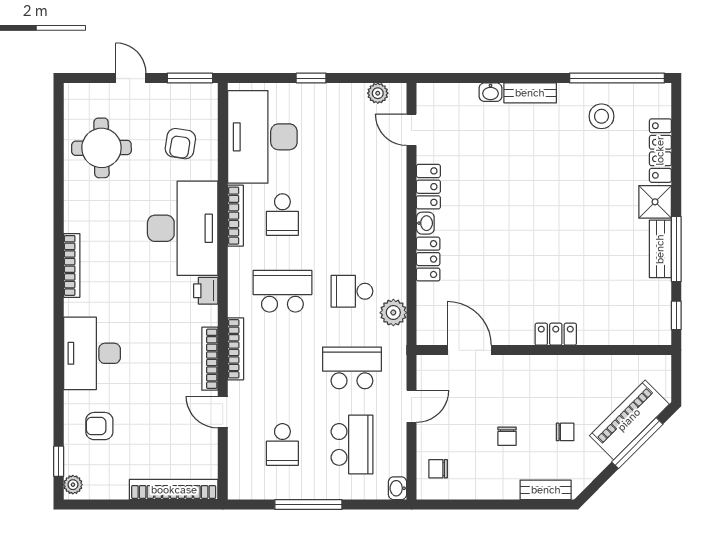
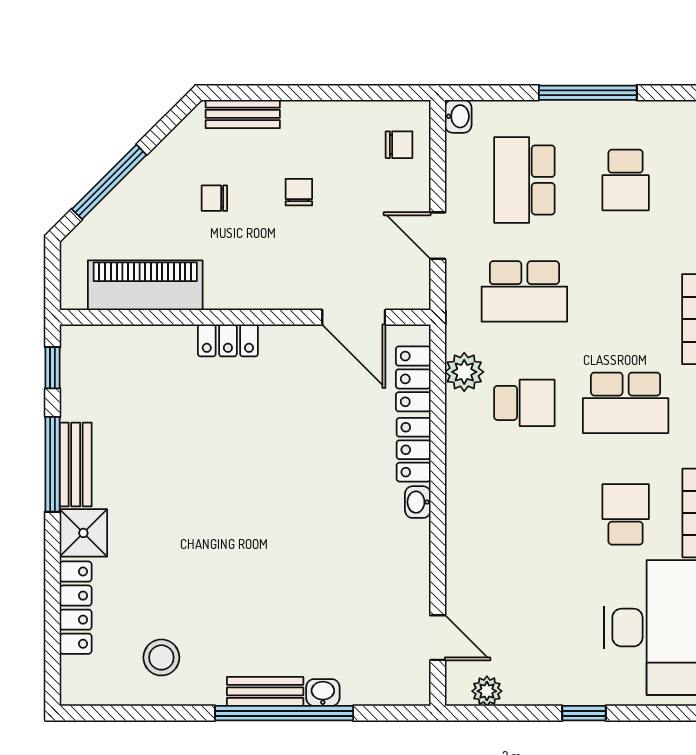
window: (617, 78) -> (284, 713), moved
locker: (428, 187) -> (413, 379), moved
door: (412, 406) -> (438, 236), hinge flipped
piano: (629, 420) -> (145, 285), moved, turned -135
school desk: (282, 444) -> (626, 180), turned 180

